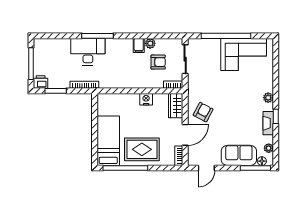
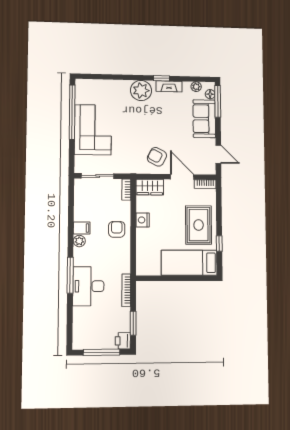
window: (226, 36) -> (72, 112), moved
plant: (150, 43) -> (79, 241), moved
corner sofa: (244, 55) -> (93, 130), moved
armchair: (158, 62) -> (117, 229), moved
plant: (268, 98) -> (141, 90), width x1.88, depth x1.88
window: (125, 168) -> (219, 244), width x0.32

